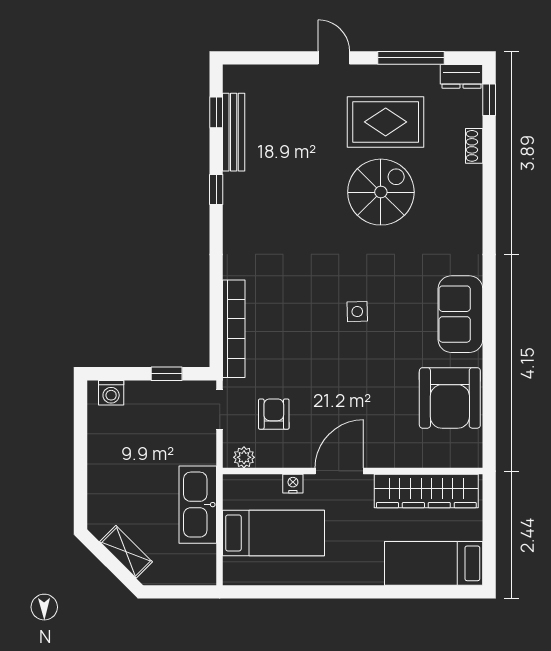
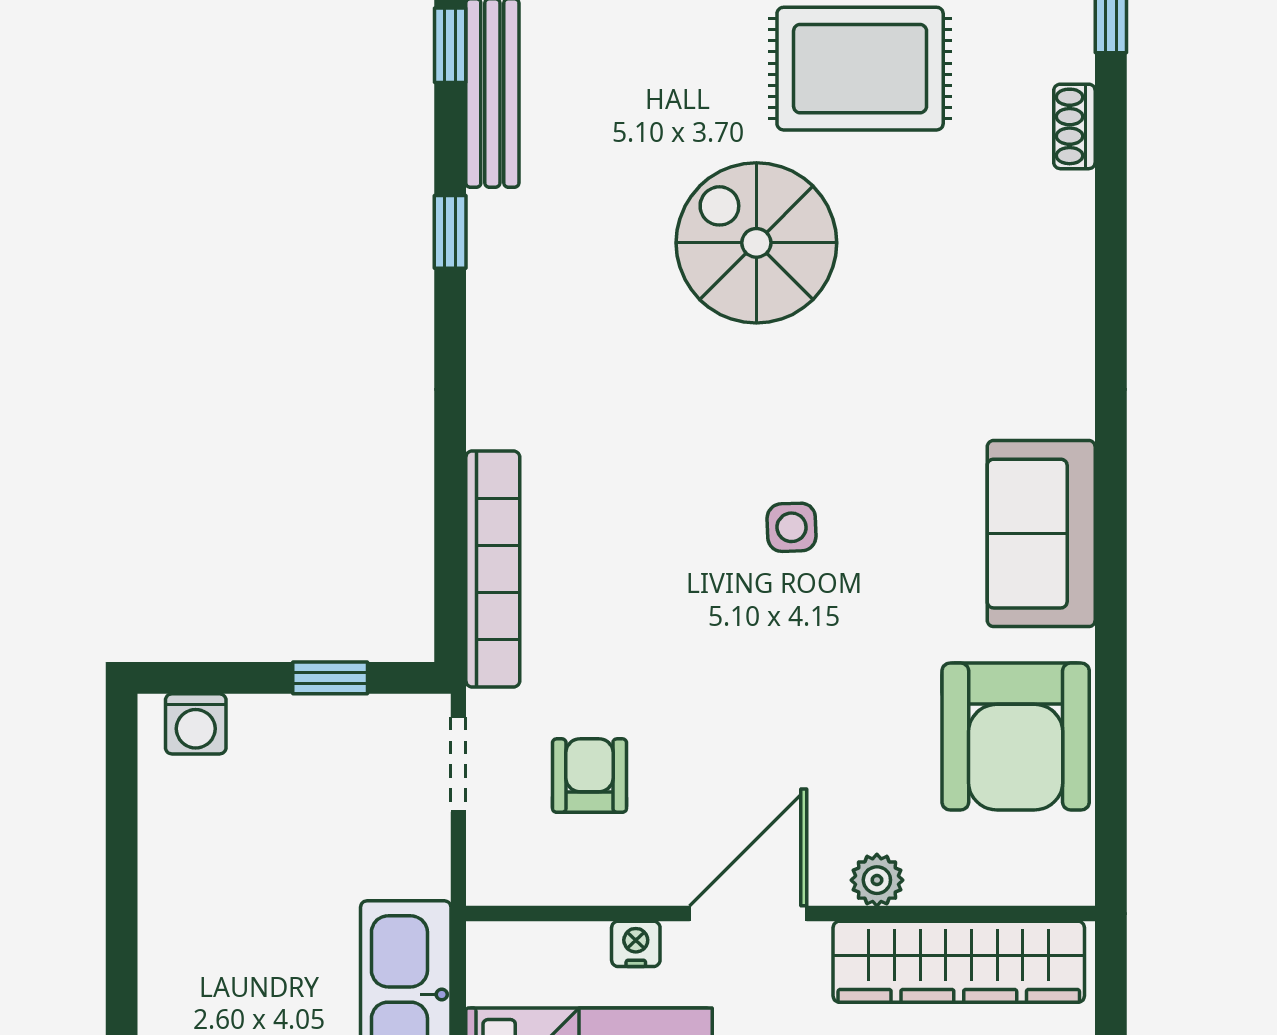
spiral stairs: (381, 192) -> (756, 243), moved, turned -90
plant: (244, 457) -> (877, 880), moved

